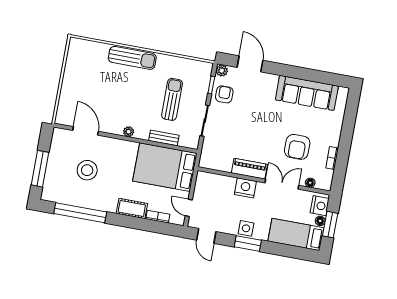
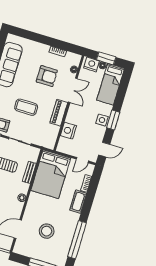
coffee table: (252, 124) -> (26, 107), added
double door: (282, 184) -> (73, 90), swing flipped
nightstand: (245, 188) -> (68, 131), moved

